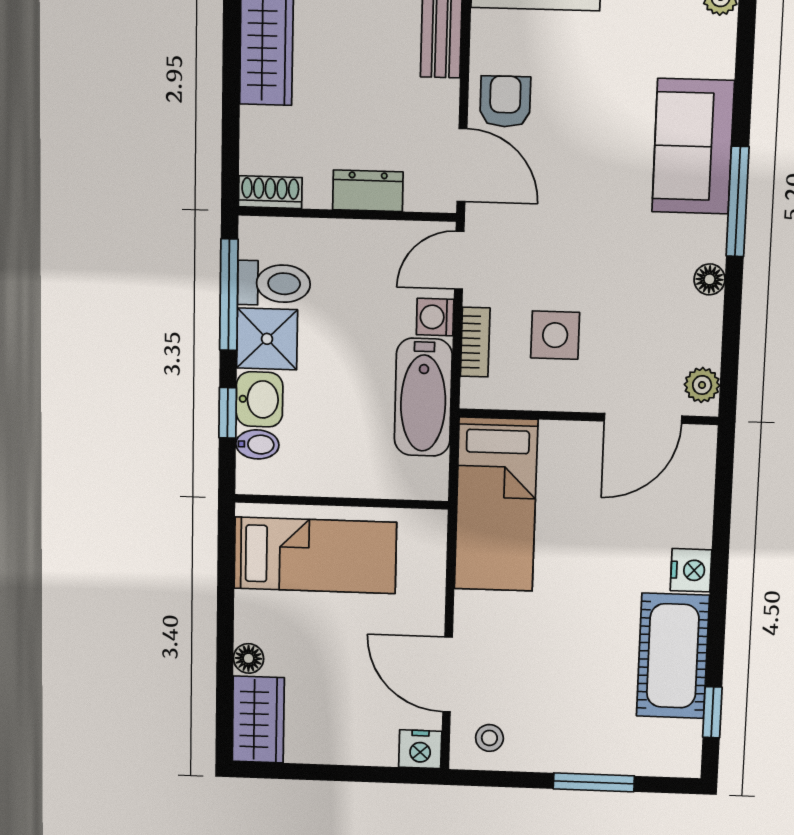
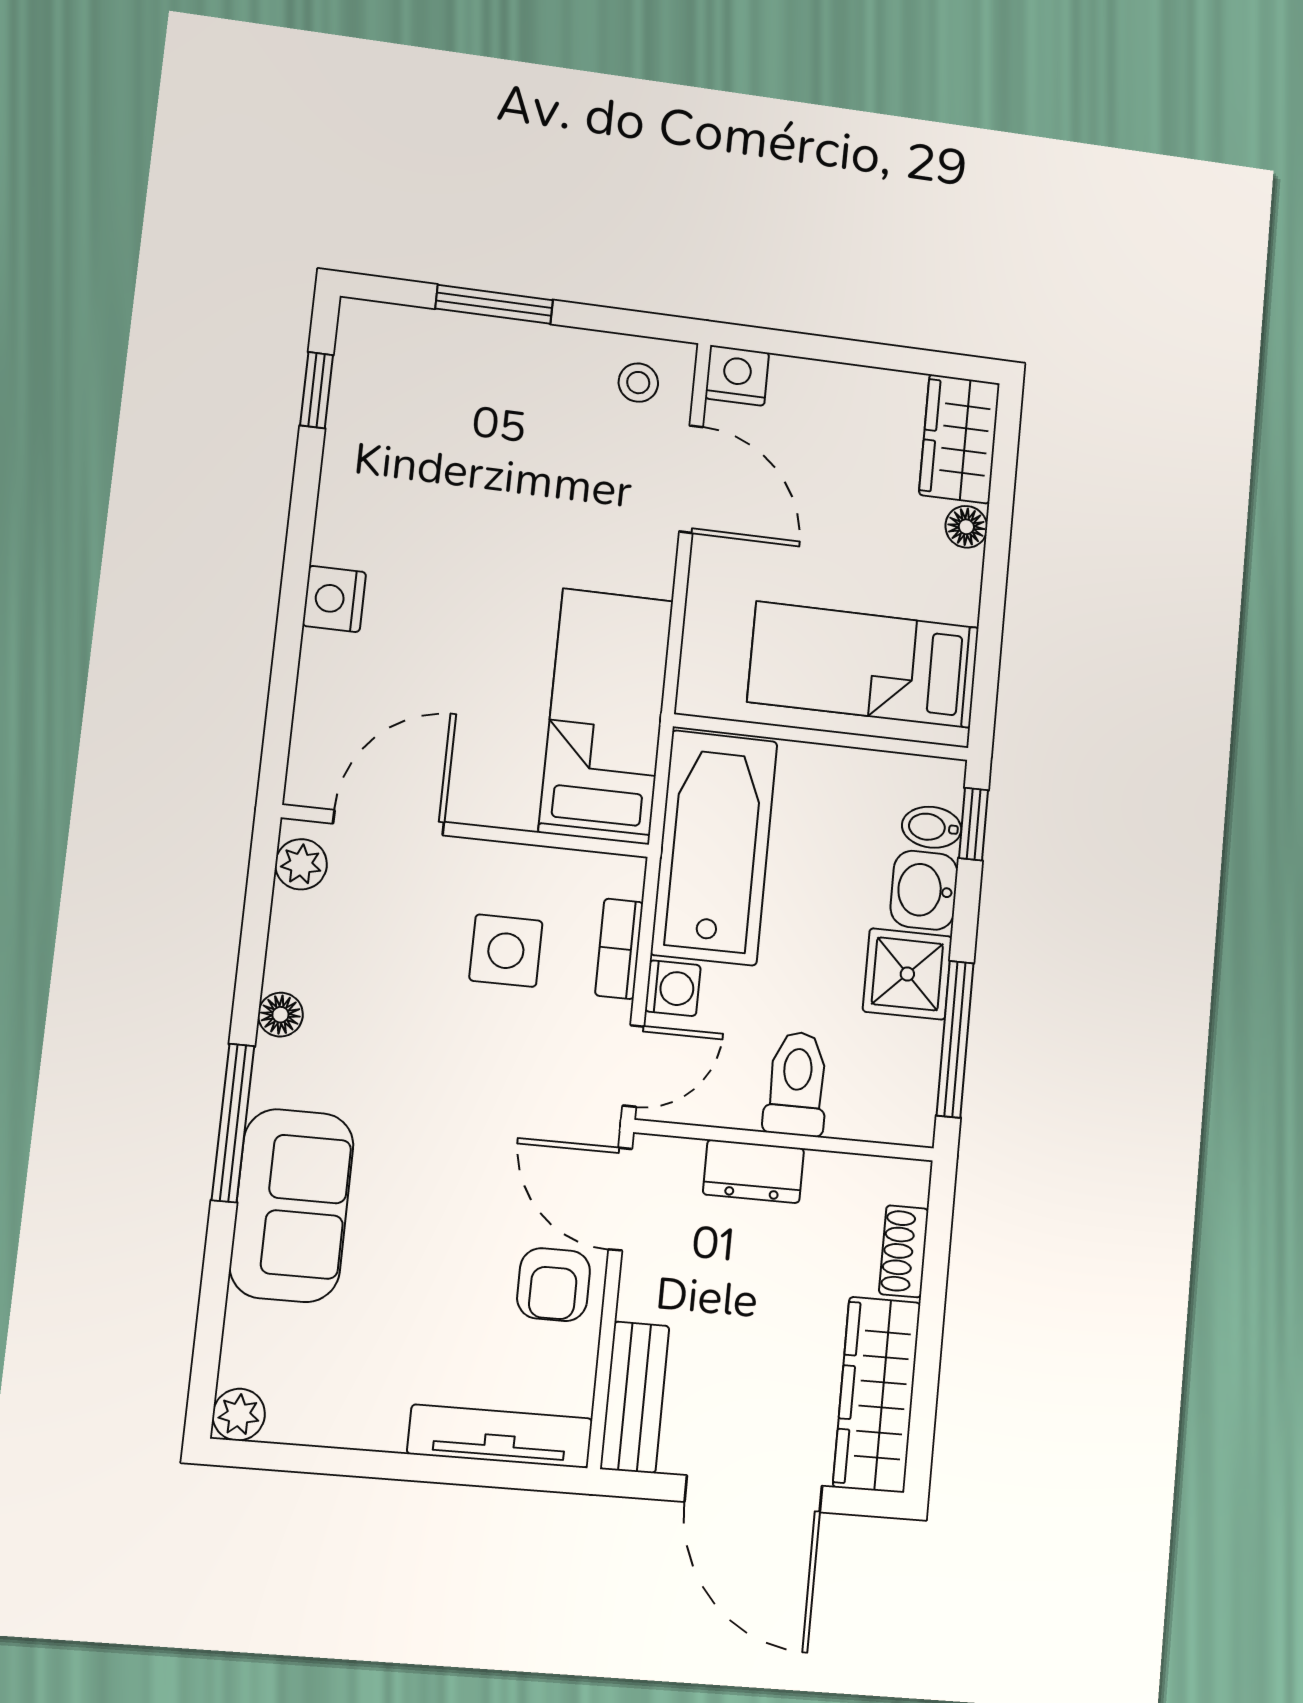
shoe rack: (270, 192) -> (904, 1251), moved, turned 90
toilet: (274, 283) -> (797, 1084), moved, turned 90
bathtub: (423, 397) -> (714, 848), width x1.36, depth x1.36
window: (228, 413) -> (973, 824), moved
cot: (673, 656) -> (368, 477), removed

